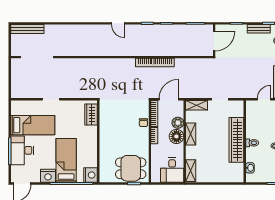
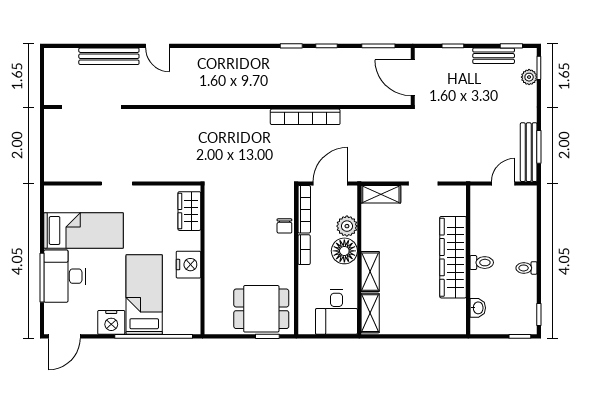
door: (118, 23) -> (157, 46), moved
bench: (27, 29) -> (109, 56), moved
door: (214, 41) -> (413, 78), swing flipped
shelving: (191, 134) -> (370, 272), moved
nightstand: (91, 175) -> (188, 265), moved

